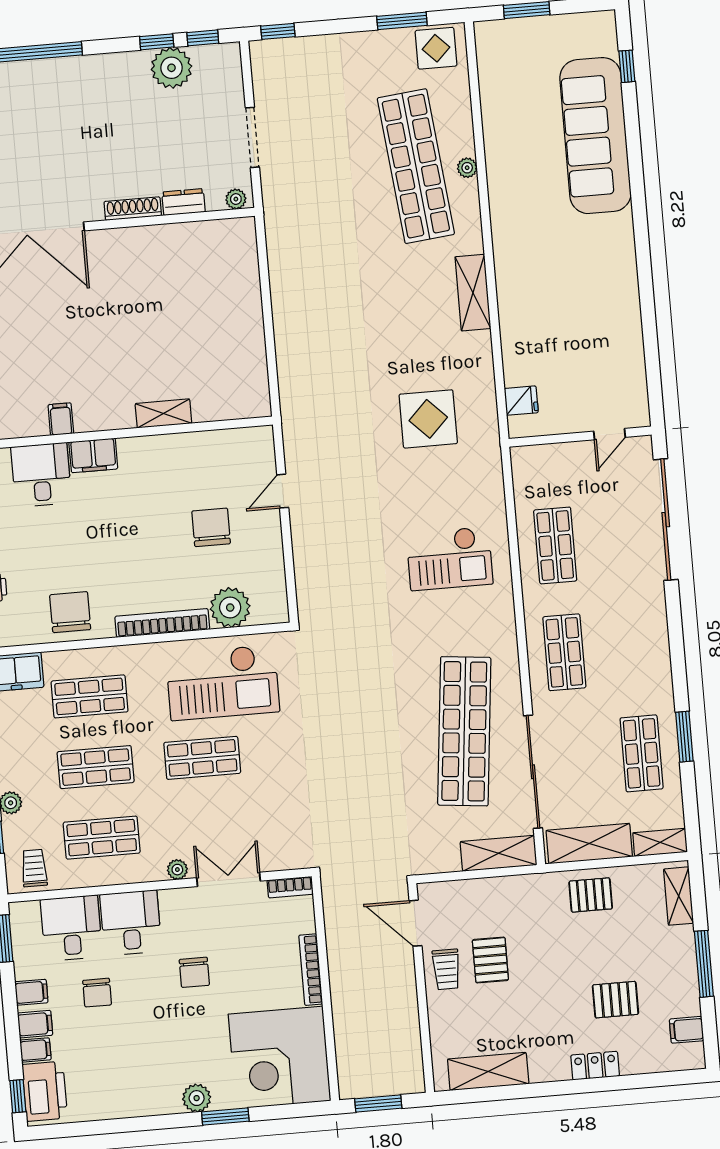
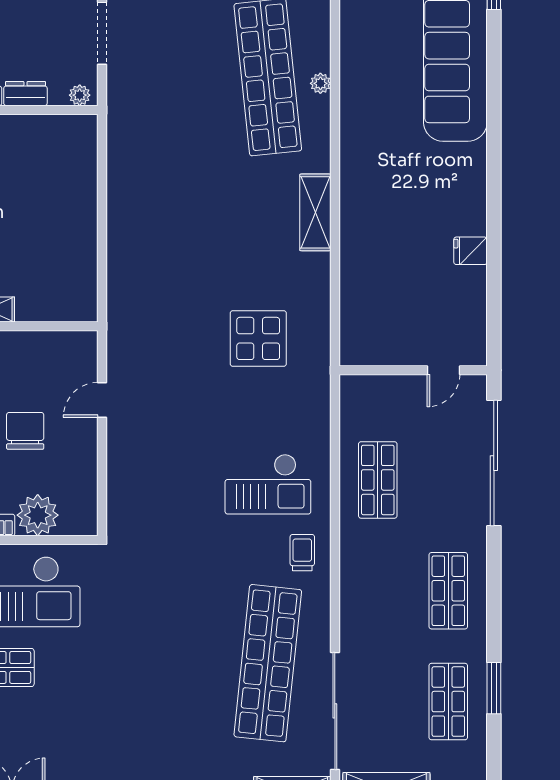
fridge: (521, 401) -> (470, 251), moved, turned 180
trolley: (488, 622) -> (302, 553), added
shop shelf: (564, 652) -> (448, 591), moved

